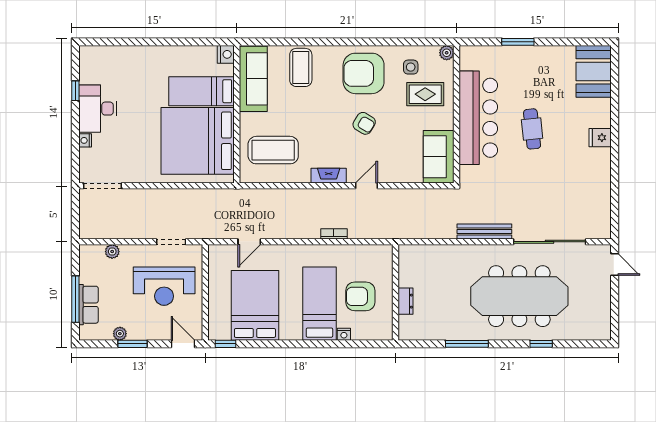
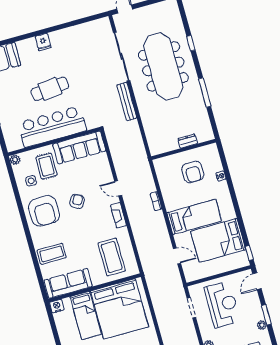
cafe table: (532, 129) -> (50, 89), width x1.37, depth x1.35
sofa: (439, 157) -> (79, 147), width x1.36
bed: (319, 304) -> (194, 217), moved, turned 180

